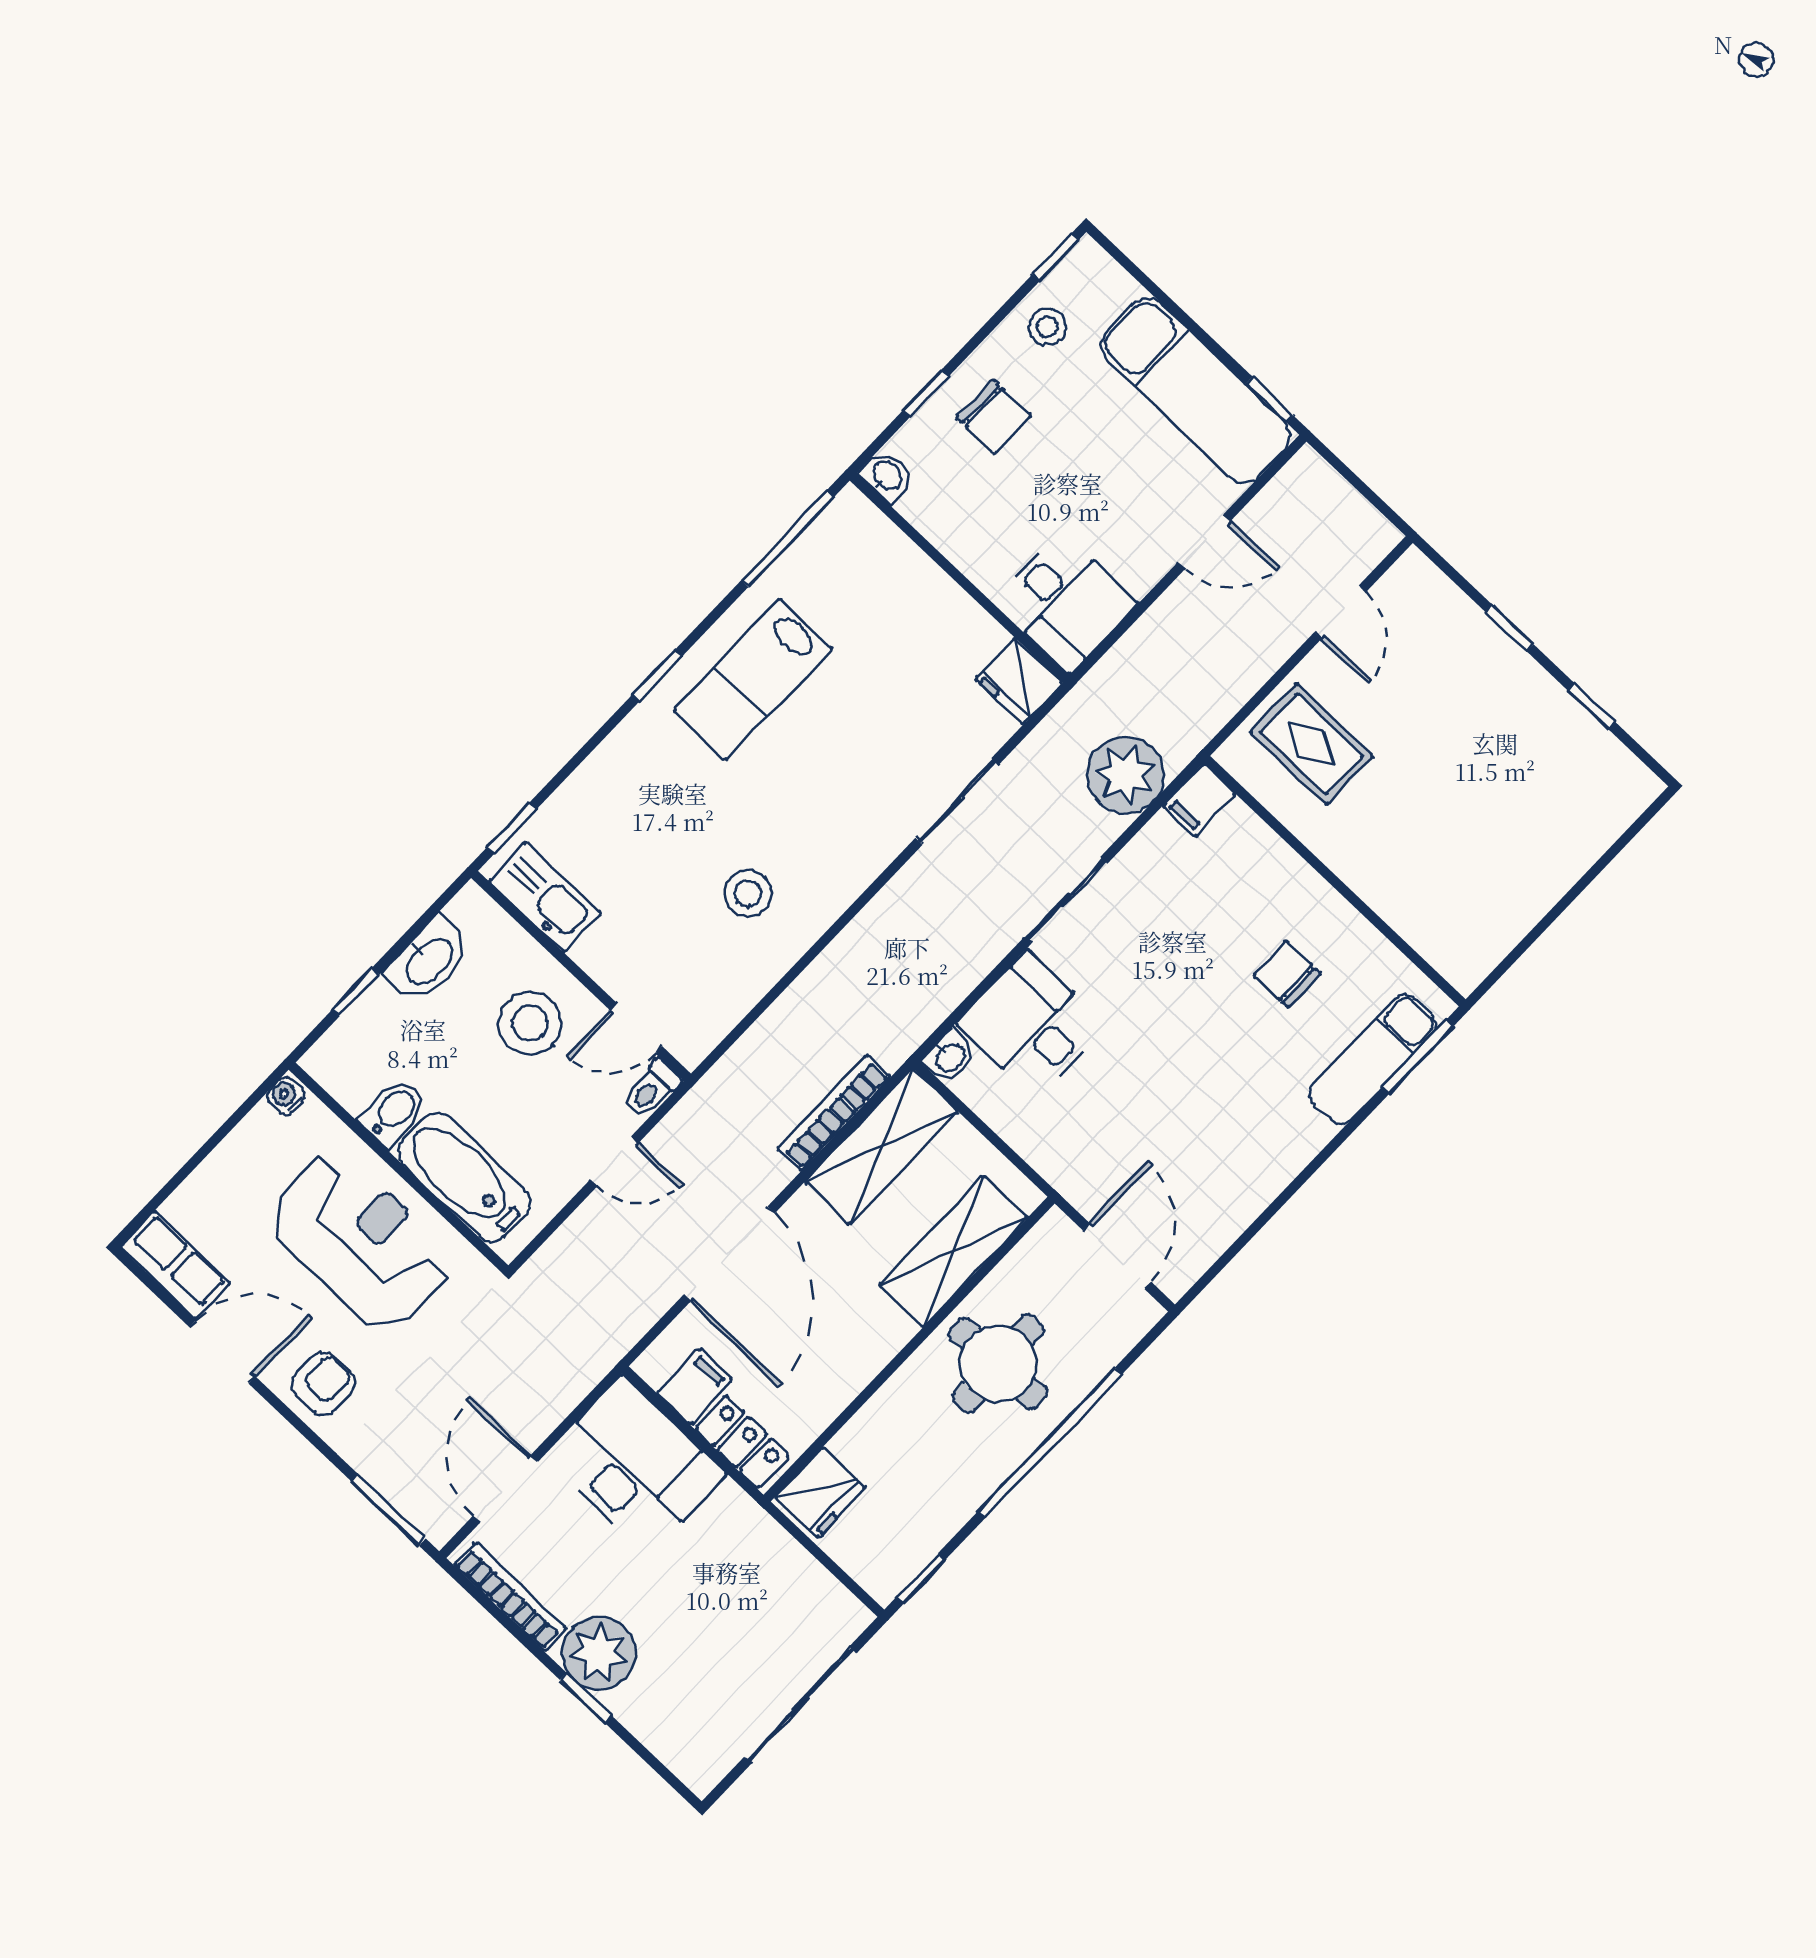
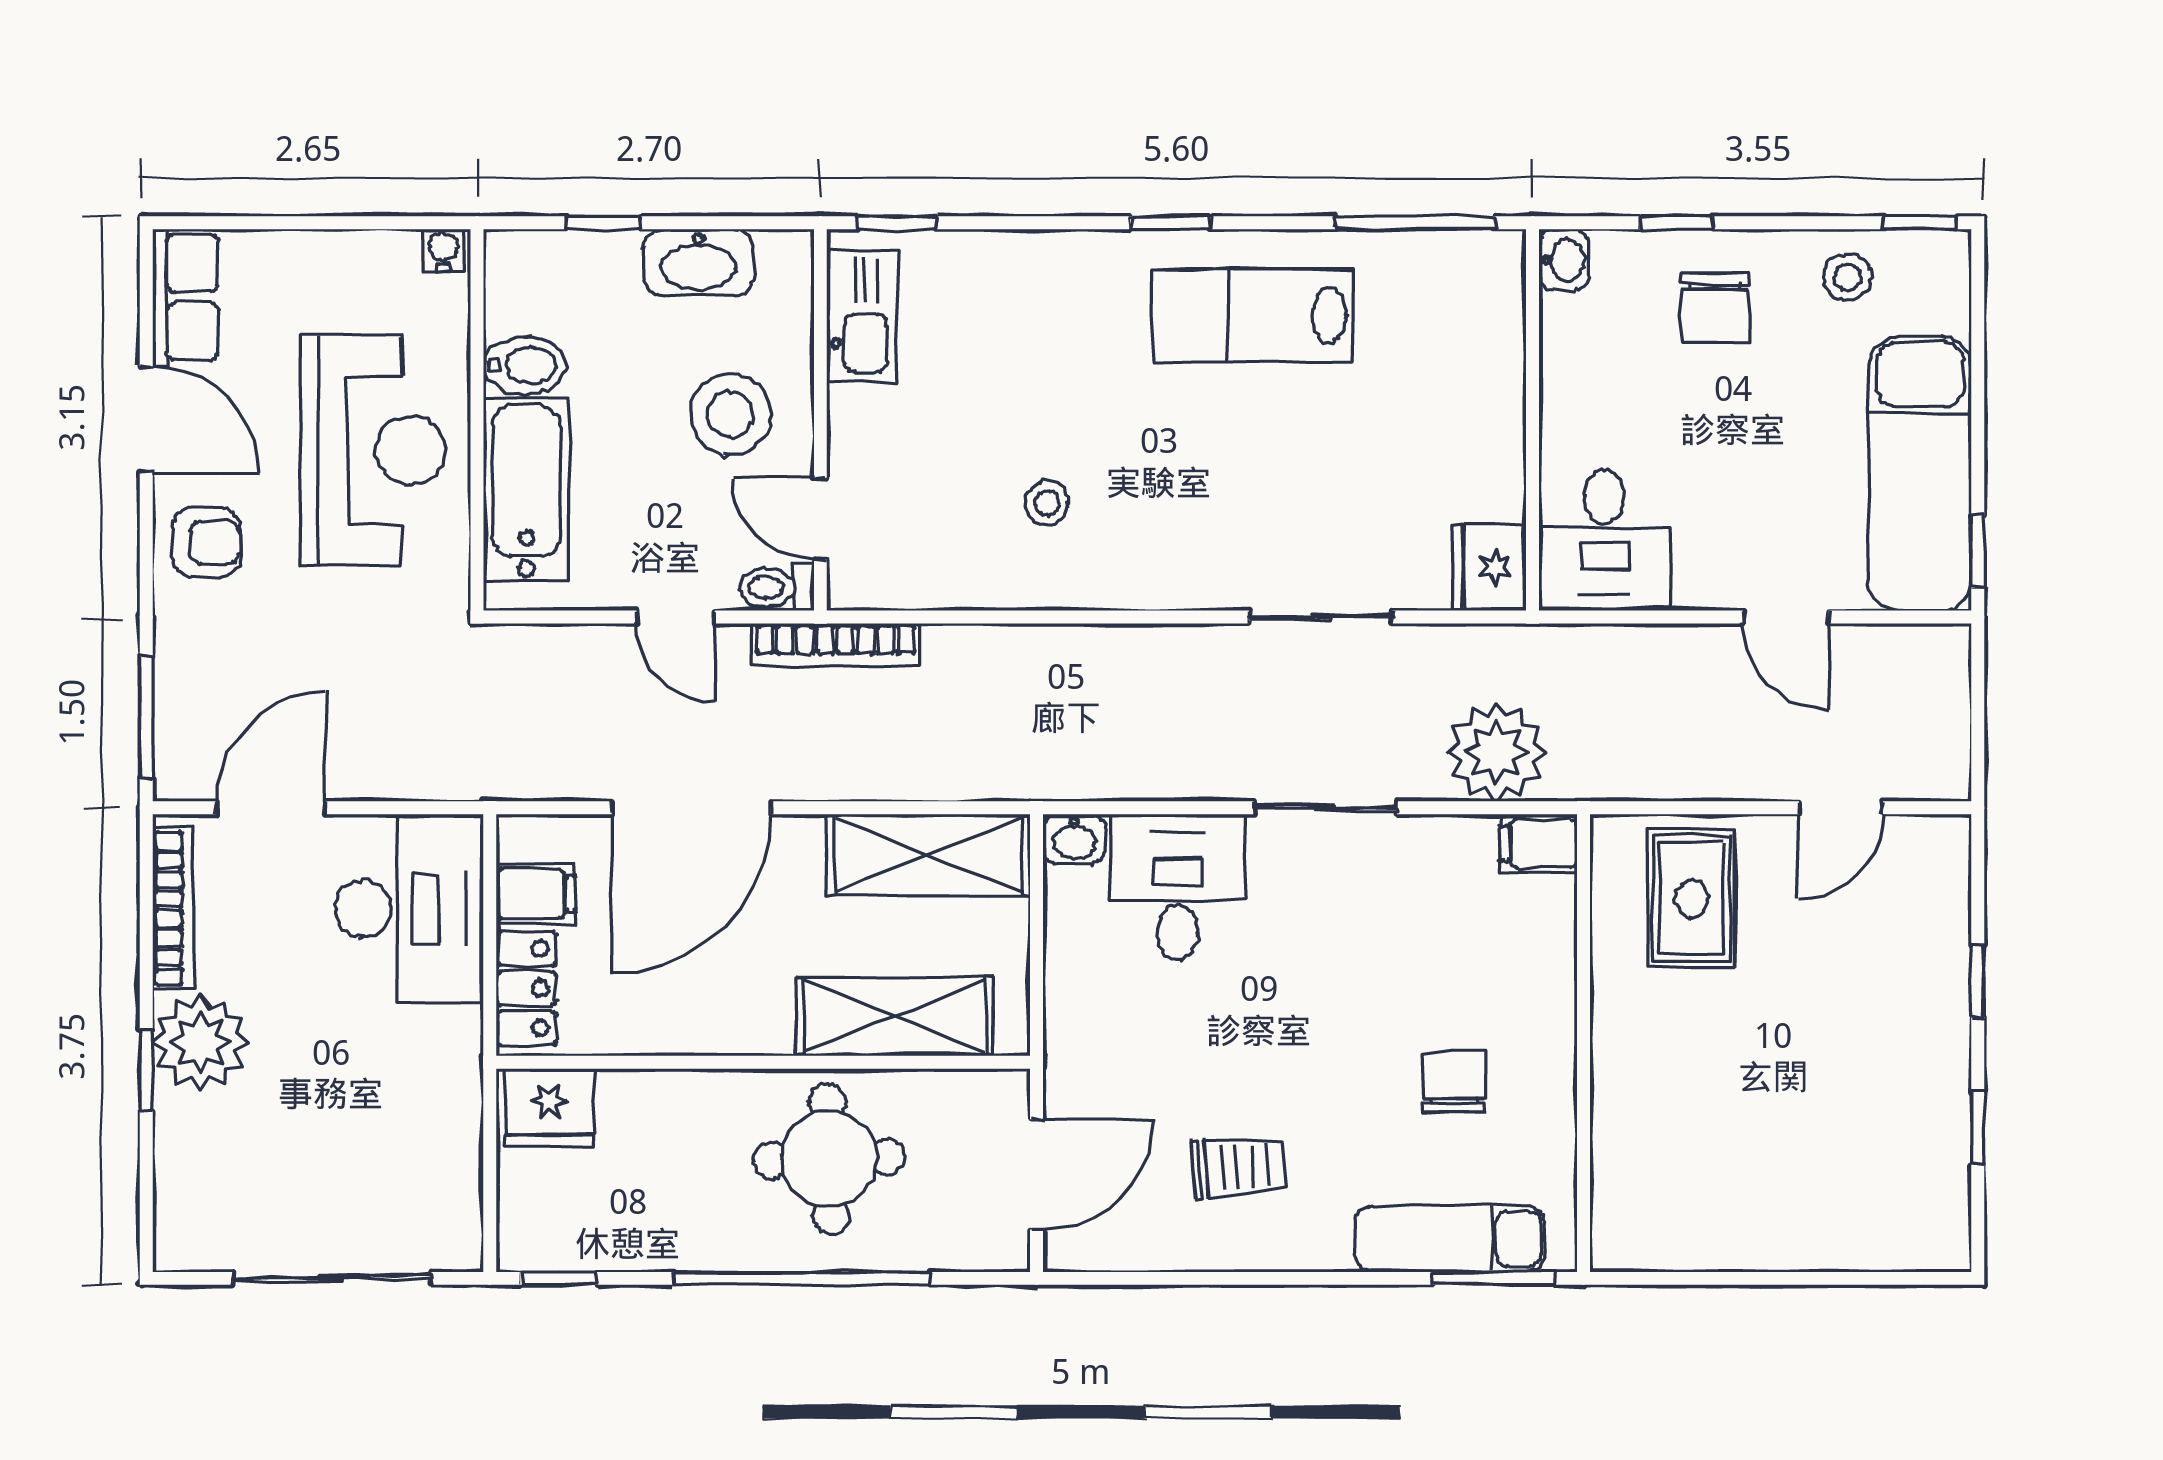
stool: (748, 893) -> (1047, 503), width x0.73, depth x0.73
bookcase: (834, 1113) -> (835, 645), moved, turned 180
trolley: (1220, 1139) -> (1238, 1167), added

